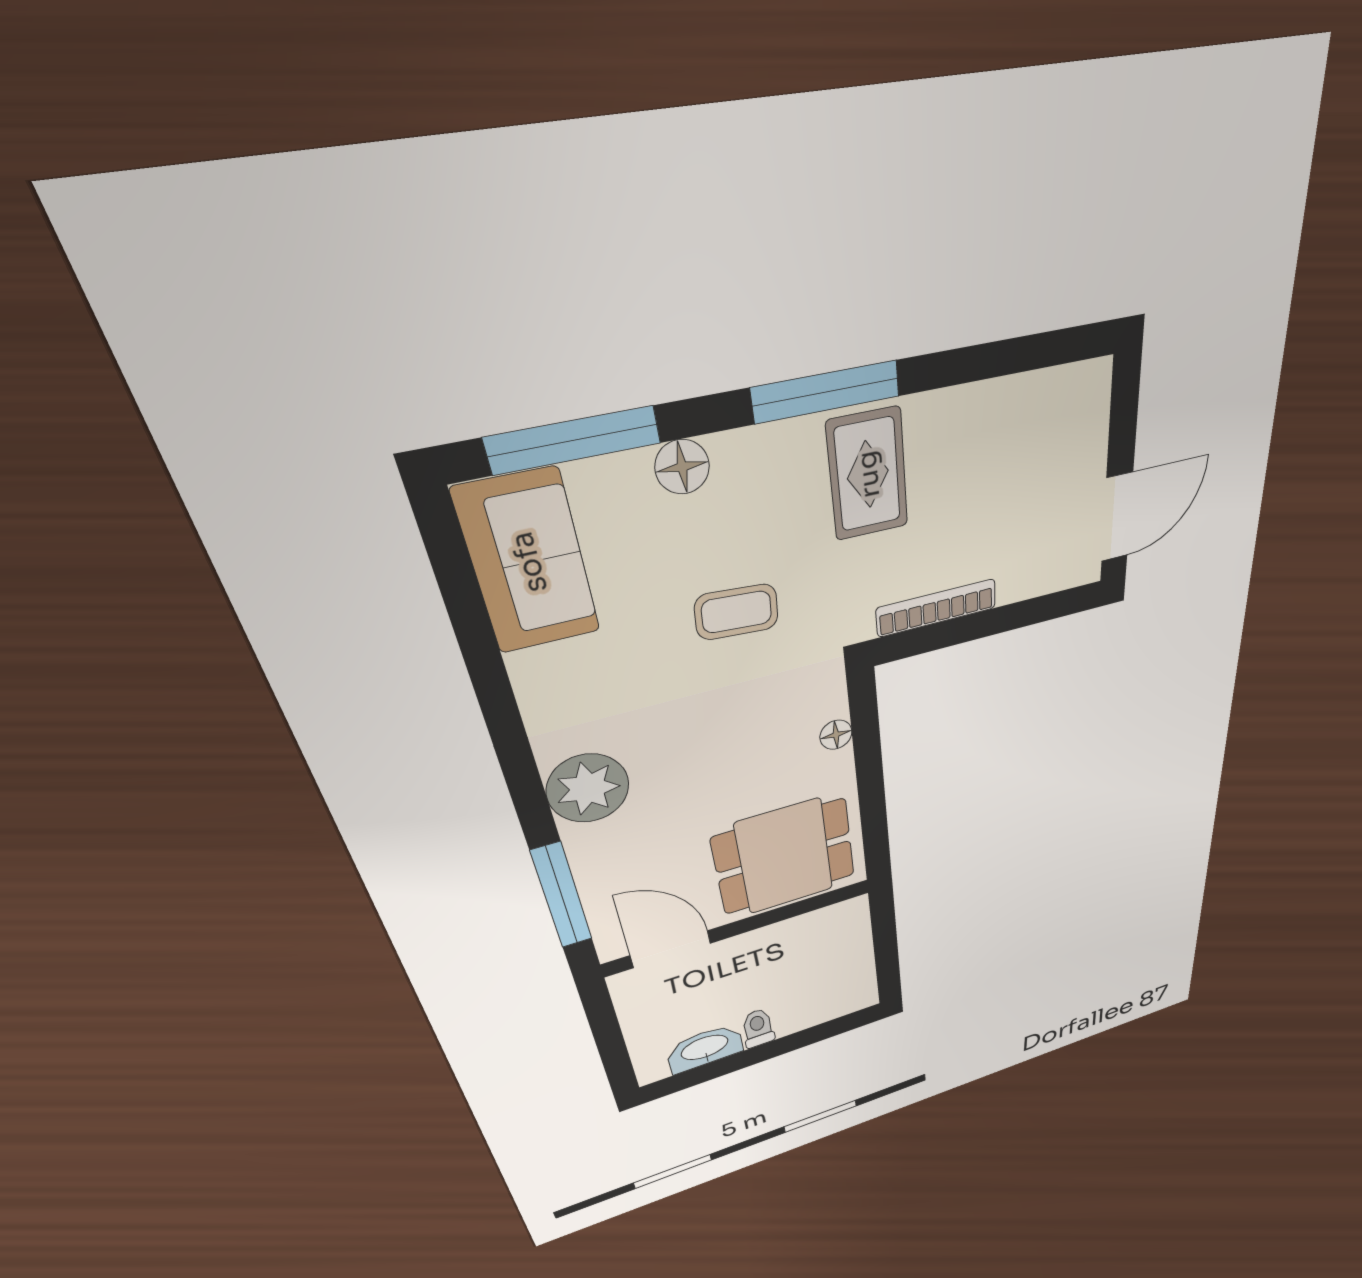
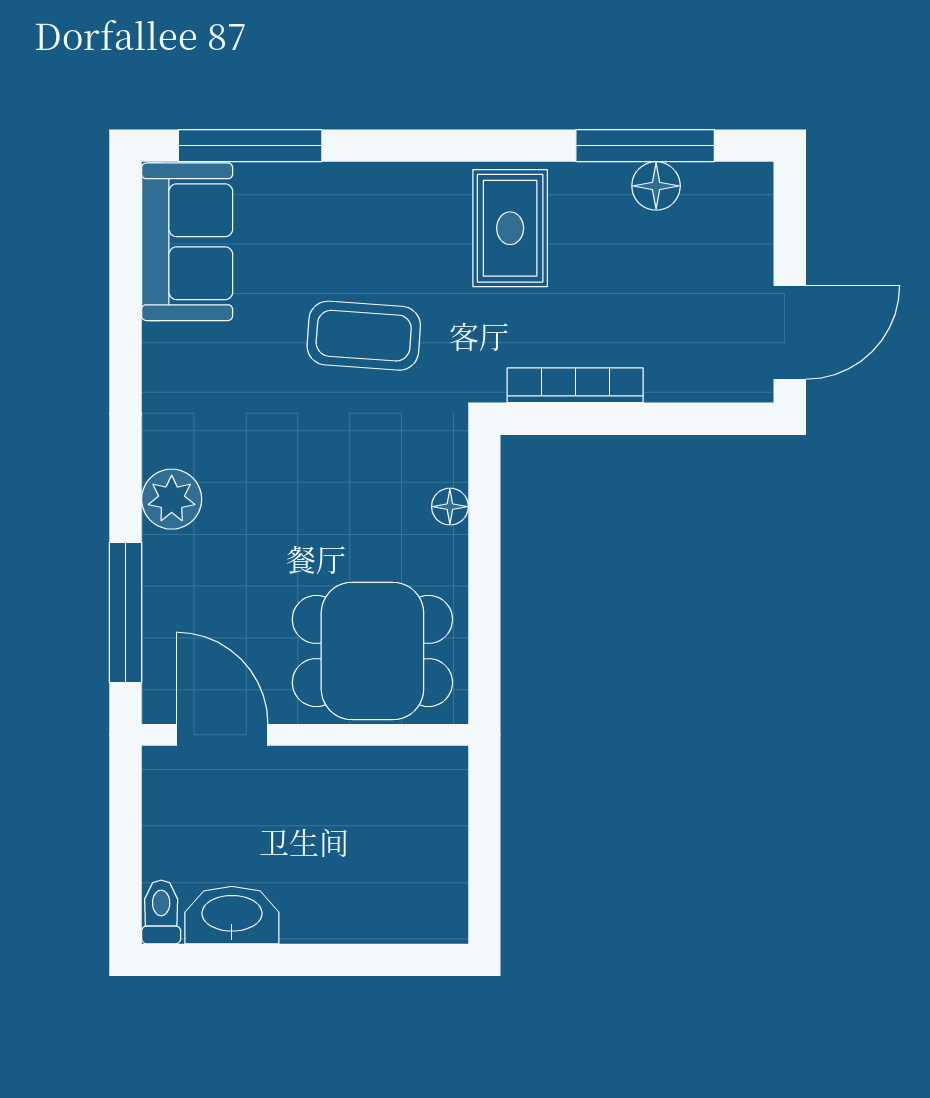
window: (826, 392) -> (645, 146), moved
floor lamp: (682, 467) -> (656, 186), moved
coffee table: (737, 612) -> (364, 336), width x1.36, depth x1.30
plant: (588, 788) -> (172, 499), width x0.73, depth x0.73
toilet: (758, 1028) -> (161, 912), moved

